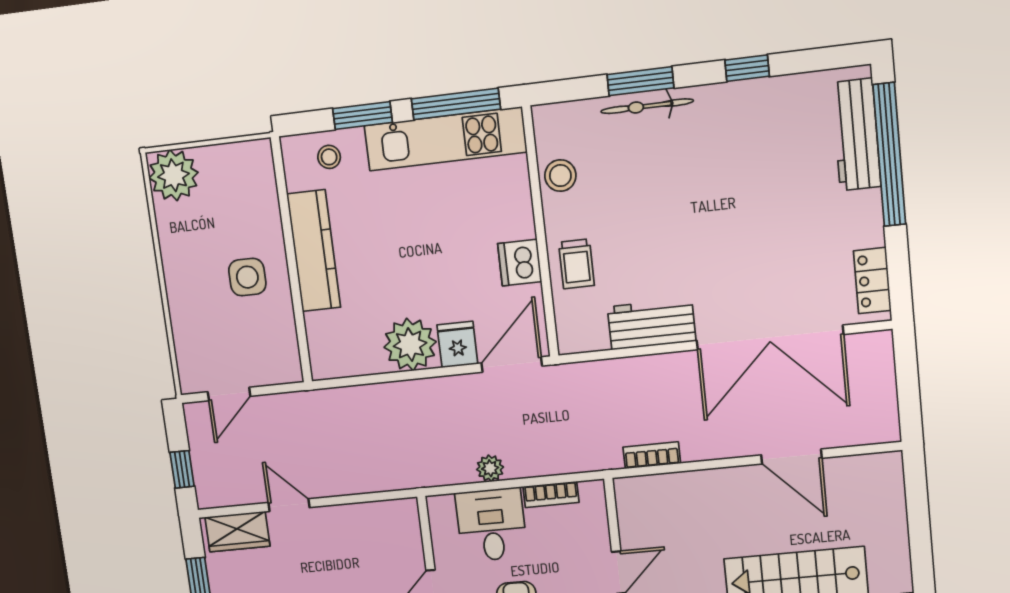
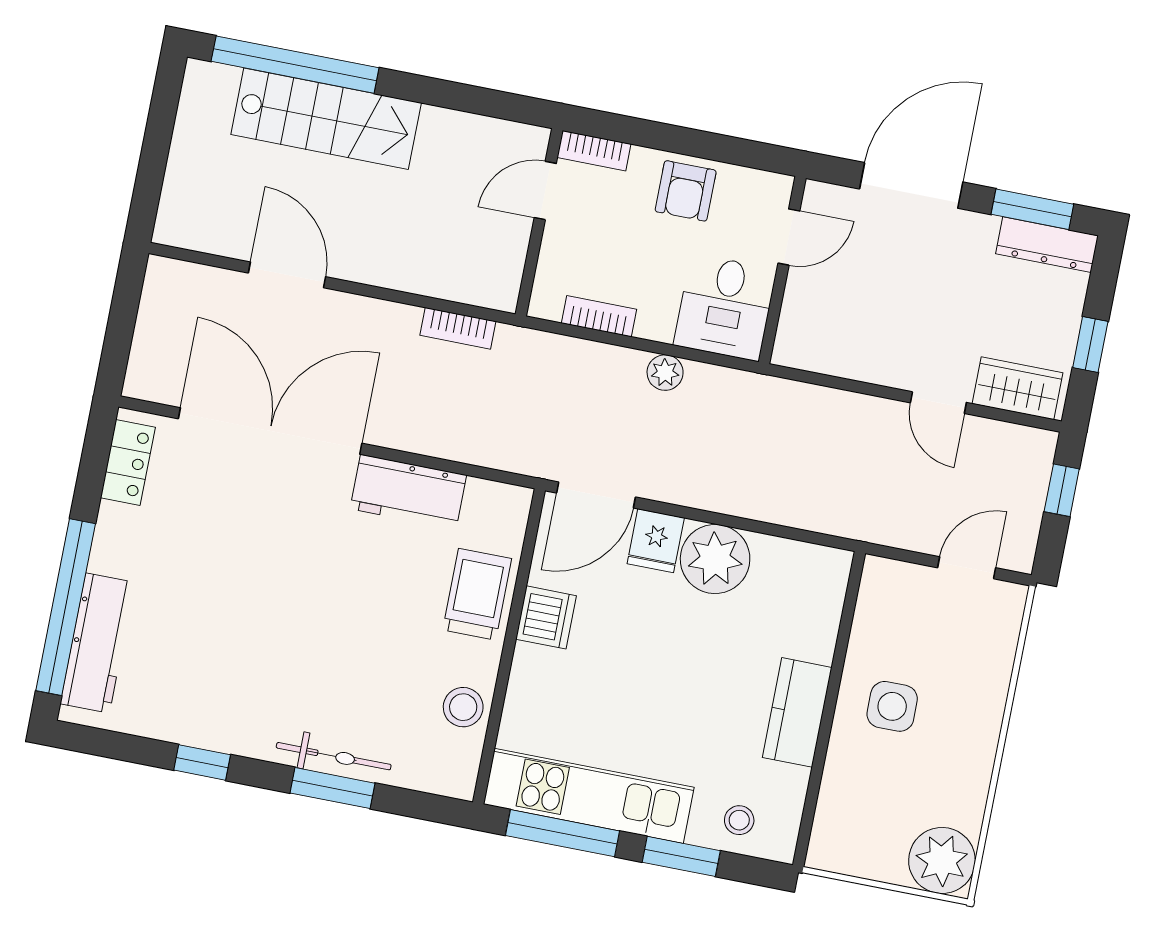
kitchen counter: (314, 251) -> (797, 712), width x0.67
trolley: (576, 264) -> (477, 594), width x1.36, depth x1.39
desk: (491, 525) -> (725, 307), moved

